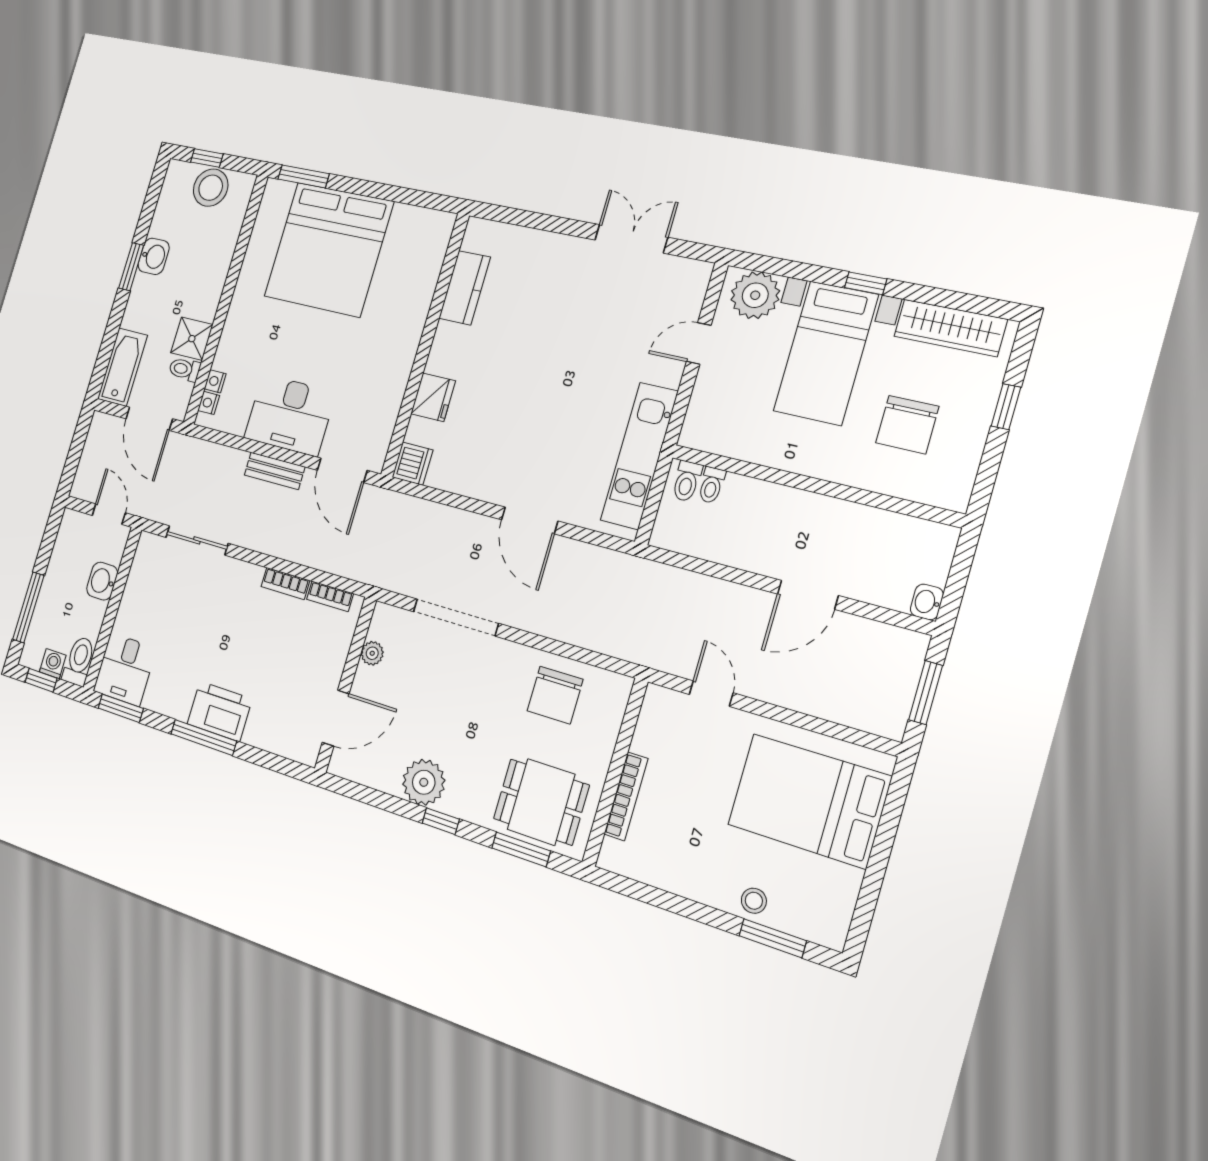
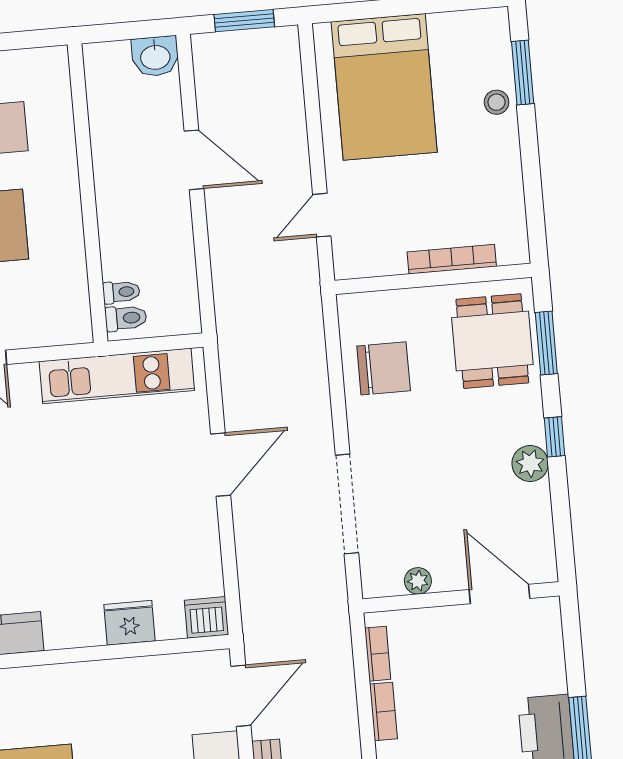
washbasin: (927, 602) -> (155, 56), width x1.38, depth x1.45
plant: (424, 782) -> (530, 463), width x0.73, depth x0.73

